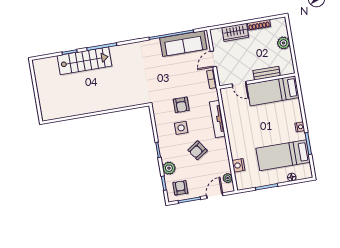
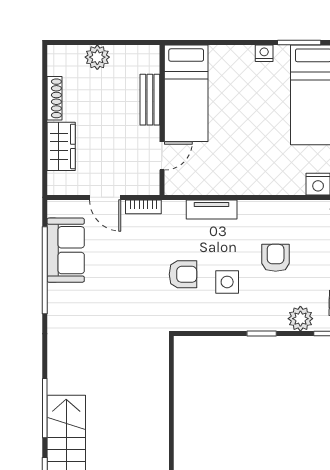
sofa: (183, 44) -> (66, 250), width x0.73
tv unit: (217, 119) -> (212, 209), width x0.71
armchair: (197, 150) -> (276, 258), turned -146

